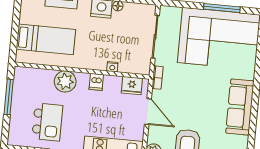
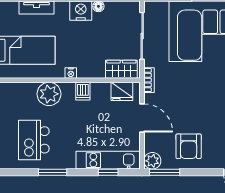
wardrobe: (133, 65) -> (121, 69), added
nightstand: (112, 67) -> (71, 73), moved
kitchen island: (47, 122) -> (34, 140), turned 180

